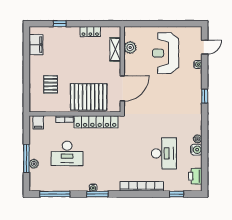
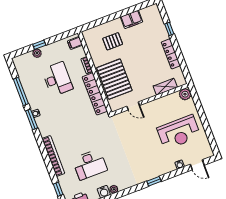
locker: (90, 32) -> (171, 54), width x1.53
filing cabinet: (36, 45) -> (132, 19), moved
plant: (130, 48) -> (185, 94), moved
reception desk: (166, 53) -> (179, 132), turned 180
door: (122, 88) -> (133, 106), width x0.53
desk: (67, 153) -> (57, 79), turned 180
window: (26, 158) -> (39, 45), width x0.46
window: (55, 194) -> (21, 91), moved

